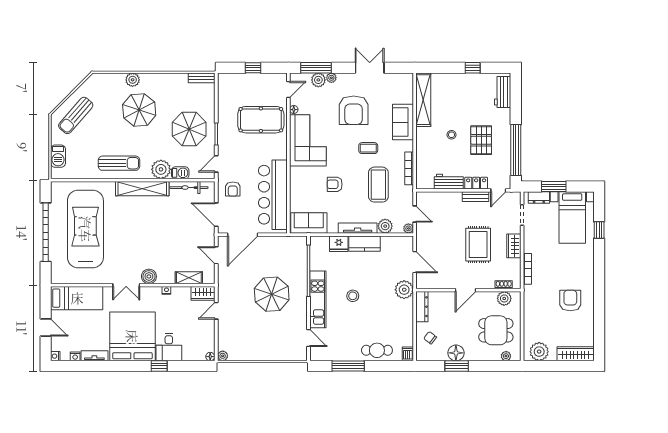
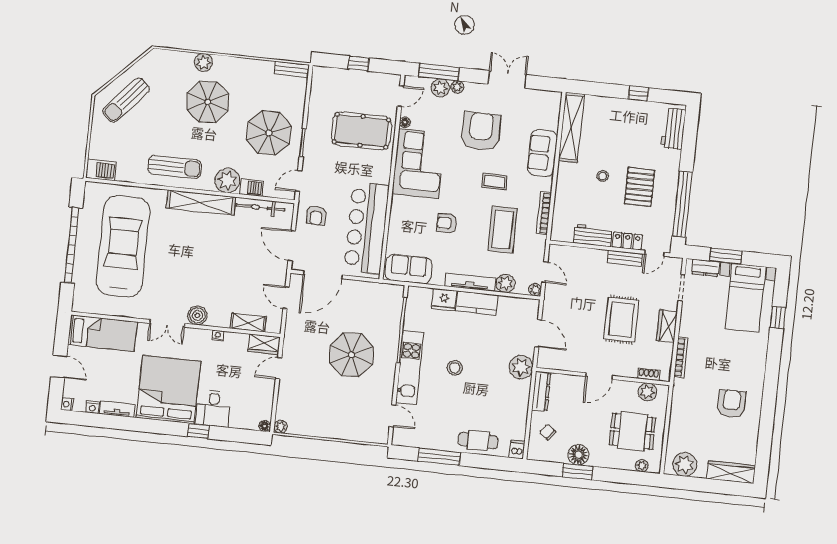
armchair: (354, 110) -> (481, 131), turned 180
barbecue: (58, 156) -> (101, 170), moved, turned -90

